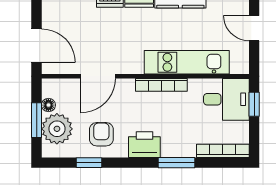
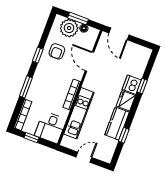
door: (37, 46) -> (119, 34), hinge flipped
window: (254, 104) -> (31, 138), moved
armchair: (101, 134) -> (57, 51), turned 90
printer: (144, 145) -> (42, 73), removed
window: (89, 163) -> (38, 55), moved

